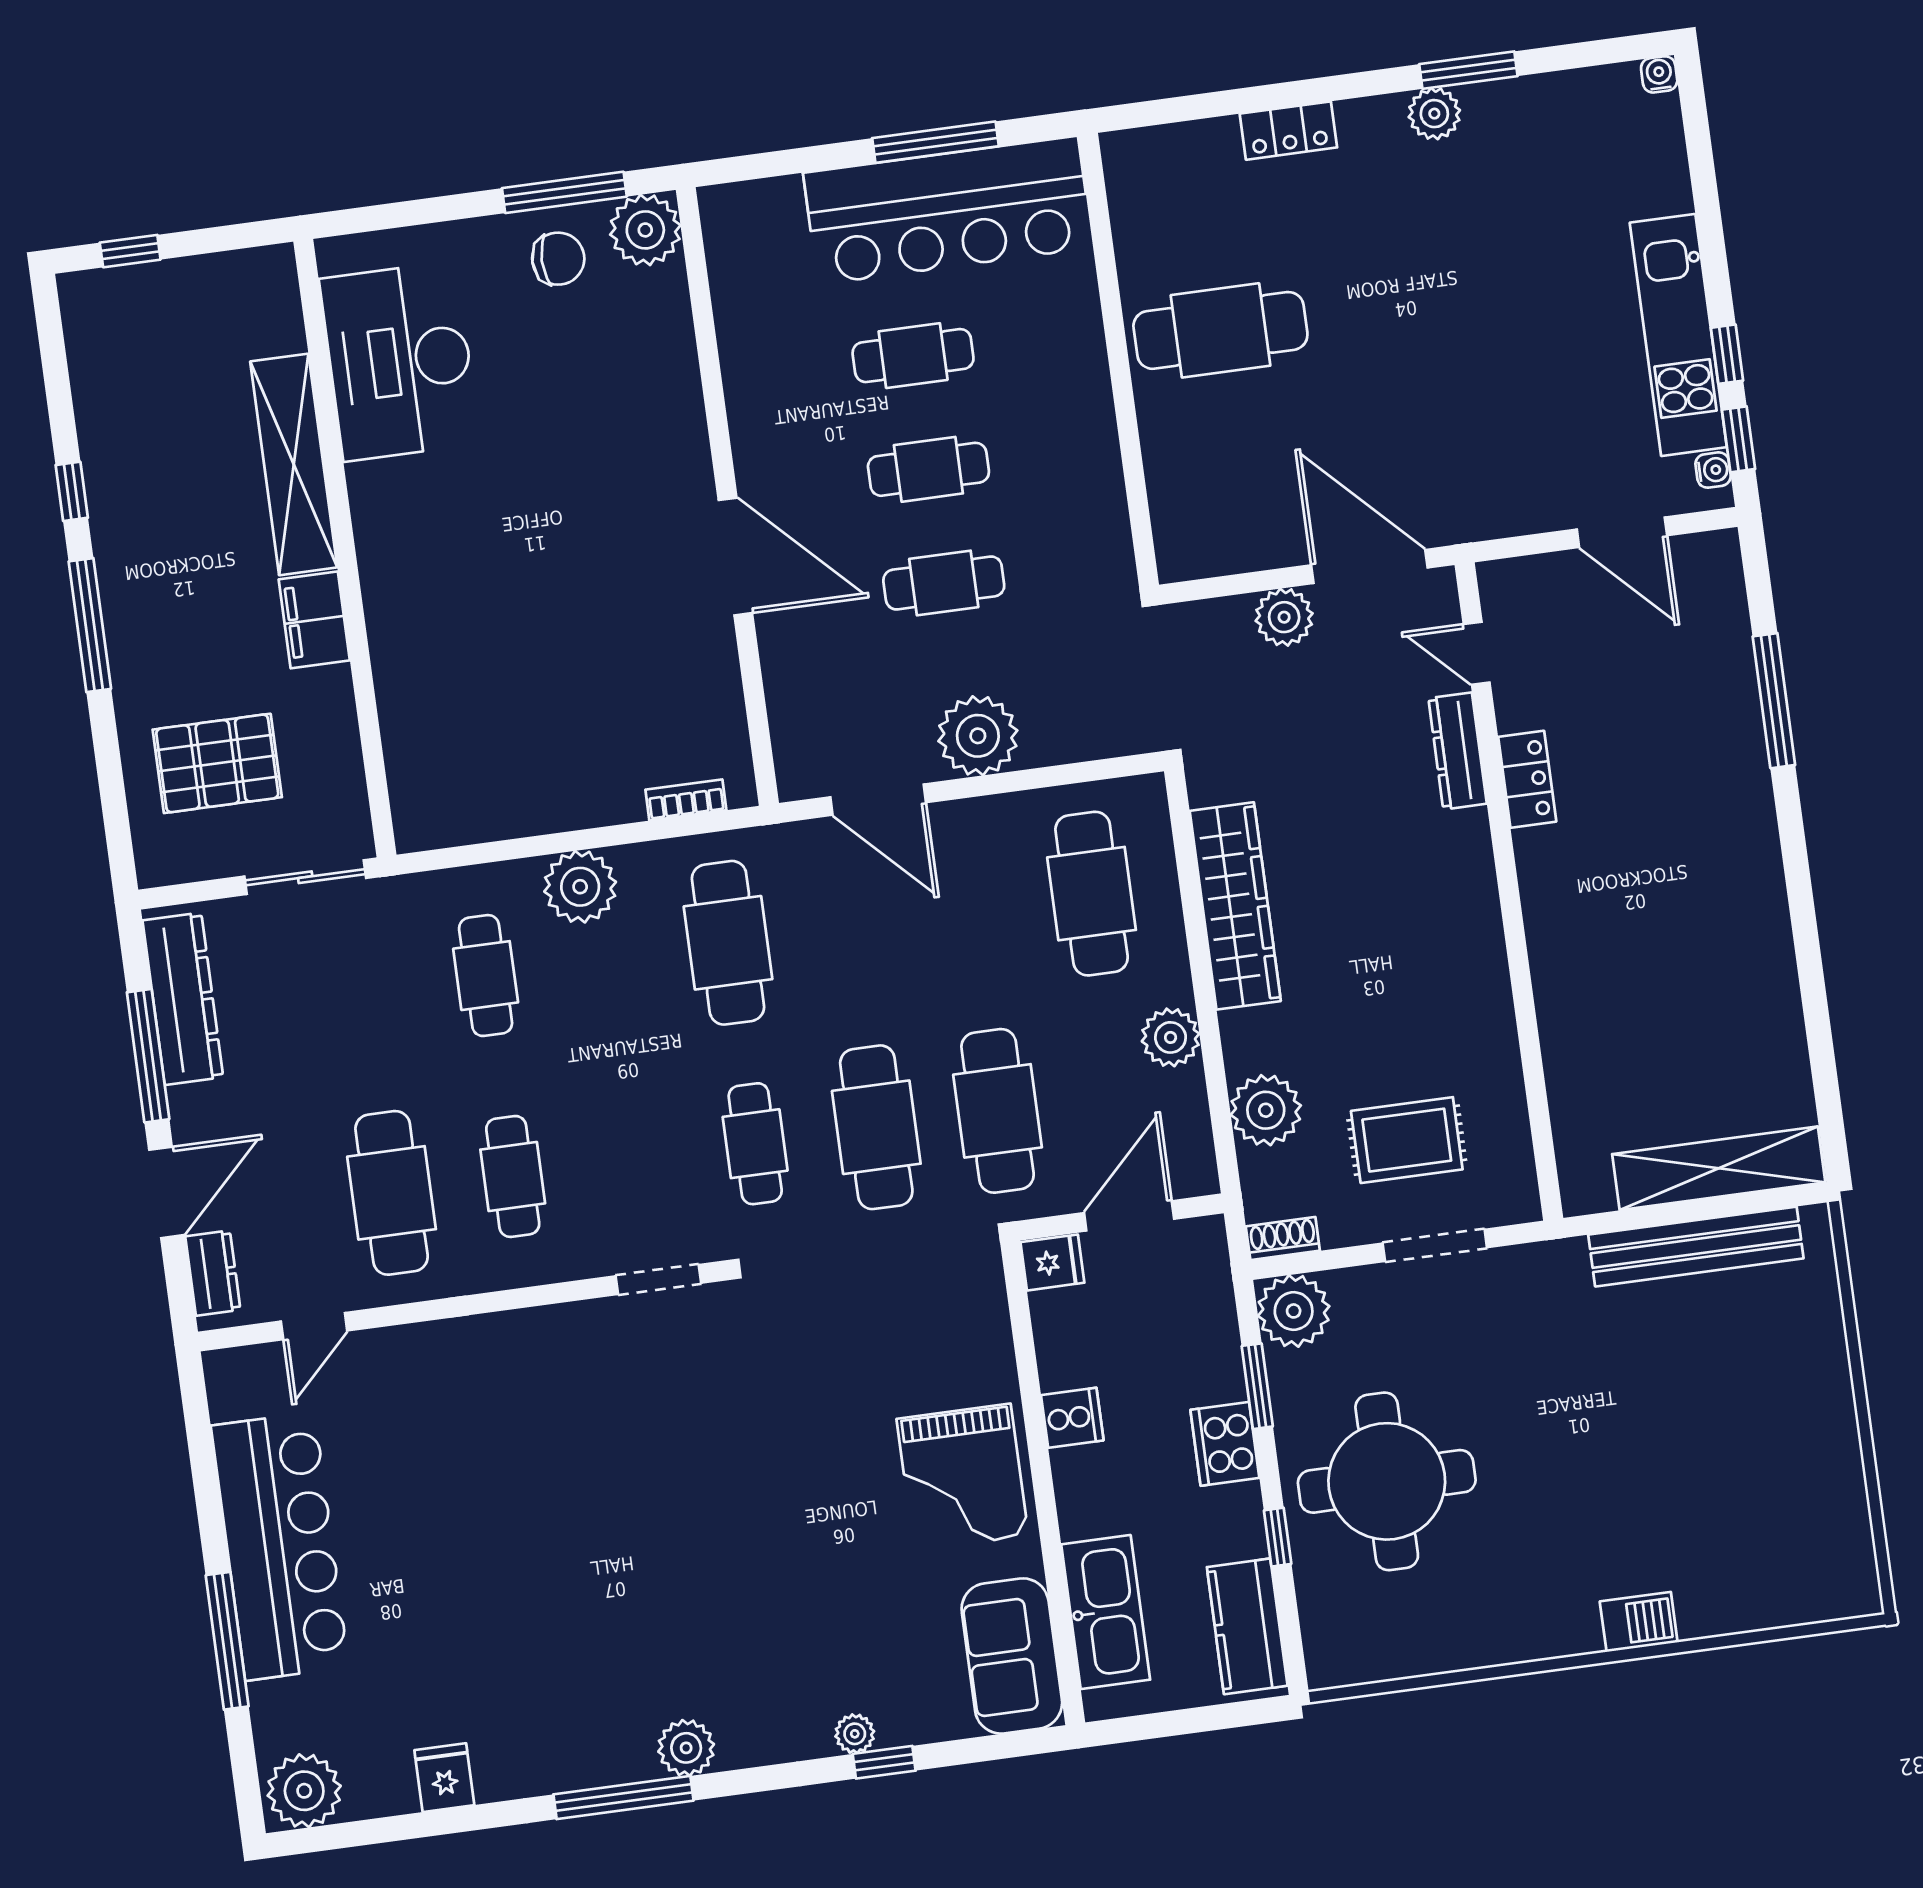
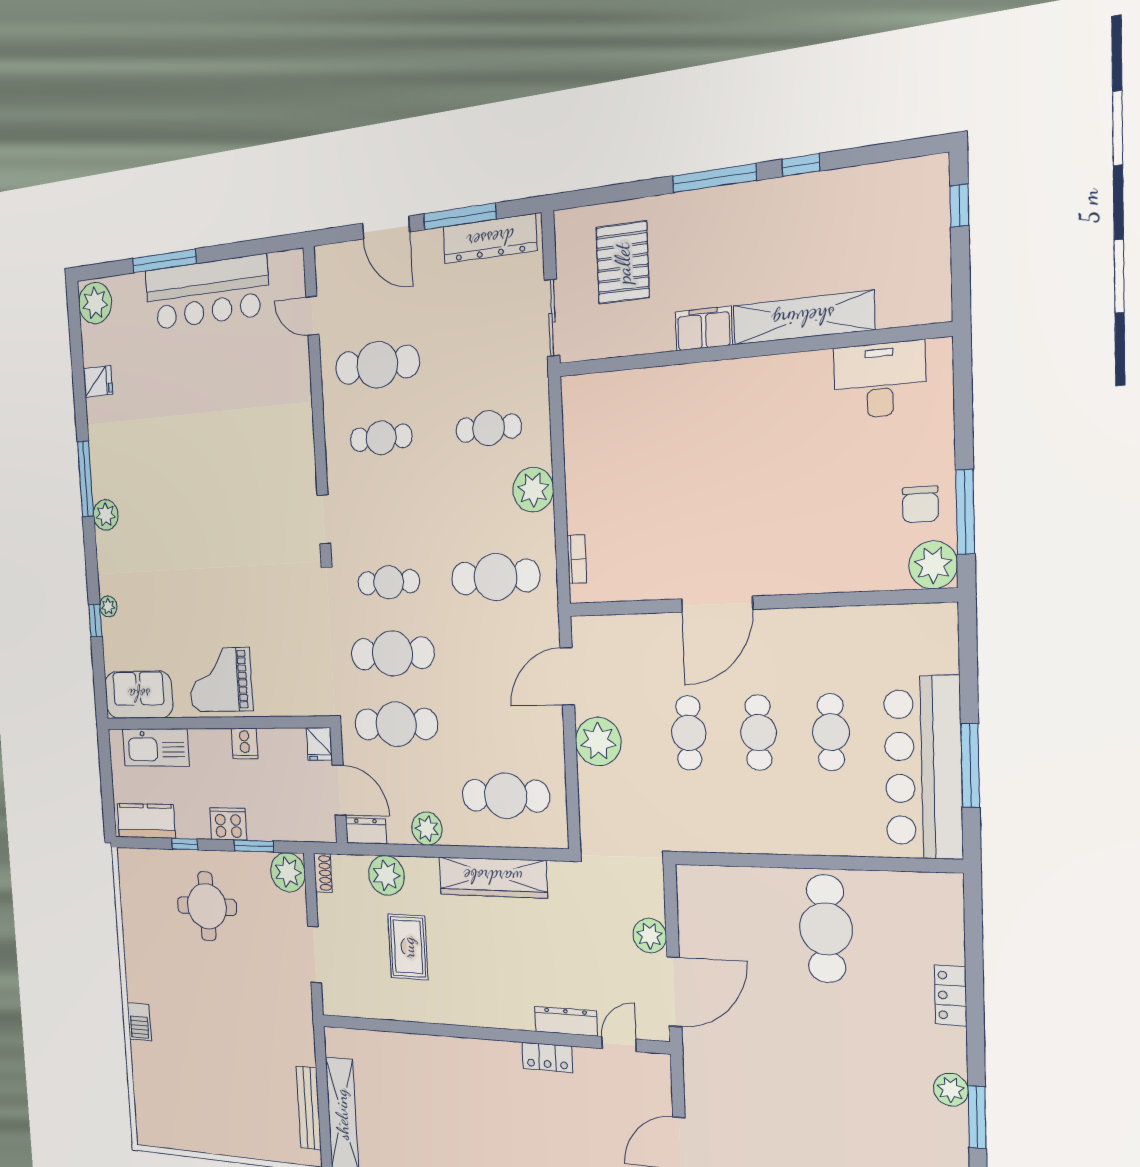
desk: (400, 361) -> (880, 380), width x0.73, depth x0.77
rug: (1407, 1140) -> (408, 947), moved
bench: (1696, 1247) -> (309, 1108), width x0.73, depth x0.82
dresser: (213, 1273) -> (366, 831), moved, turned 180
round table: (1387, 1481) -> (207, 906), width x0.73, depth x0.73

